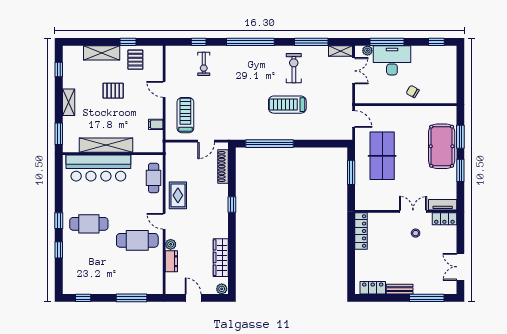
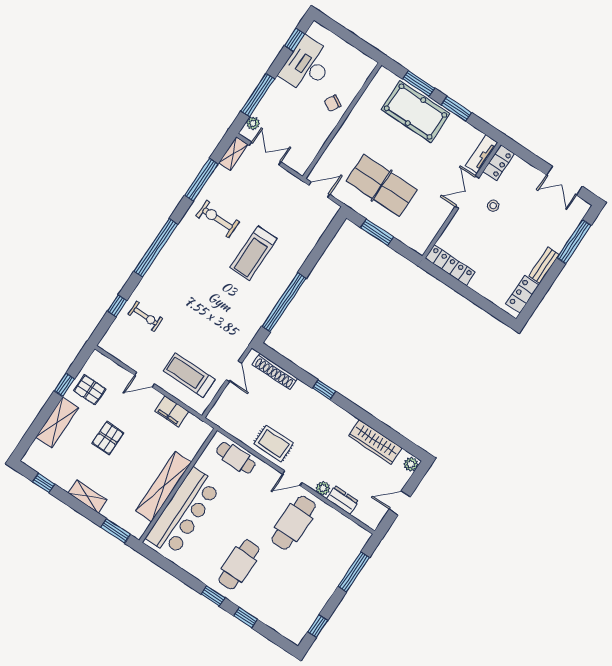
desk: (392, 60) -> (307, 66), moved
filing cabinet: (156, 124) -> (172, 411), width x2.00

